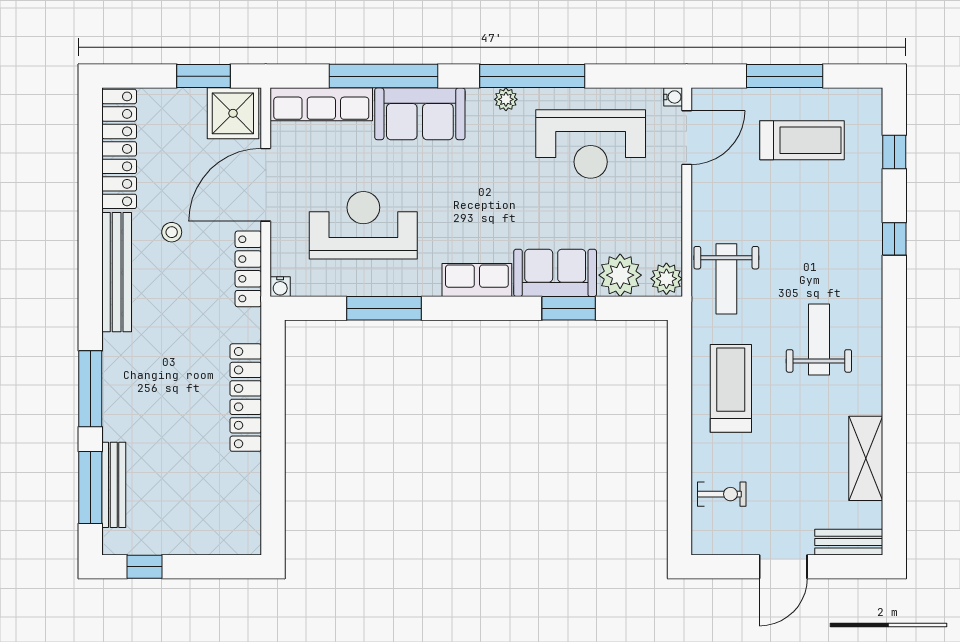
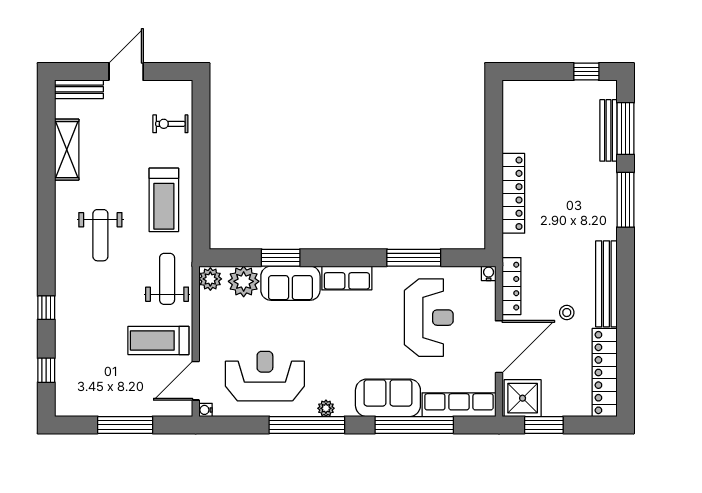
treadmill: (802, 140) -> (158, 340), moved
reception desk: (363, 225) -> (429, 318), turned -90

